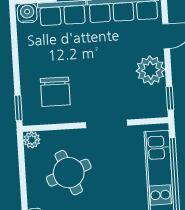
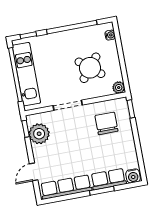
plant: (151, 70) -> (39, 134), moved
round table: (69, 173) -> (90, 68), turned -30

